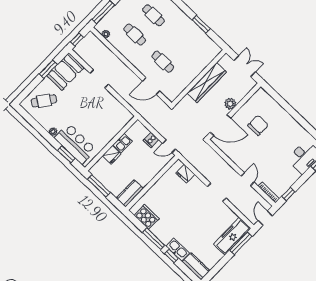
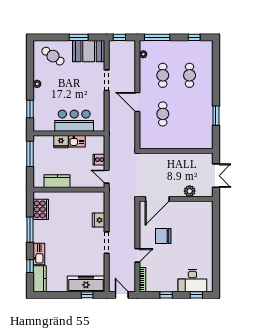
wardrobe: (207, 83) -> (178, 160), removed
door: (151, 86) -> (137, 102), moved
plant: (230, 104) -> (190, 191), moved
door: (220, 125) -> (157, 199), hinge flipped
chair: (258, 125) -> (163, 236), moved, turned 180
bar counter: (75, 144) -> (74, 121), moved, turned -90
fridge: (185, 174) -> (98, 220), moved
kitchen counter: (130, 193) -> (57, 181), moved
window: (288, 194) -> (166, 295), moved
door: (265, 218) -> (122, 295), hinge flipped
window: (241, 243) -> (87, 295), width x0.46
window: (171, 256) -> (30, 266), moved

